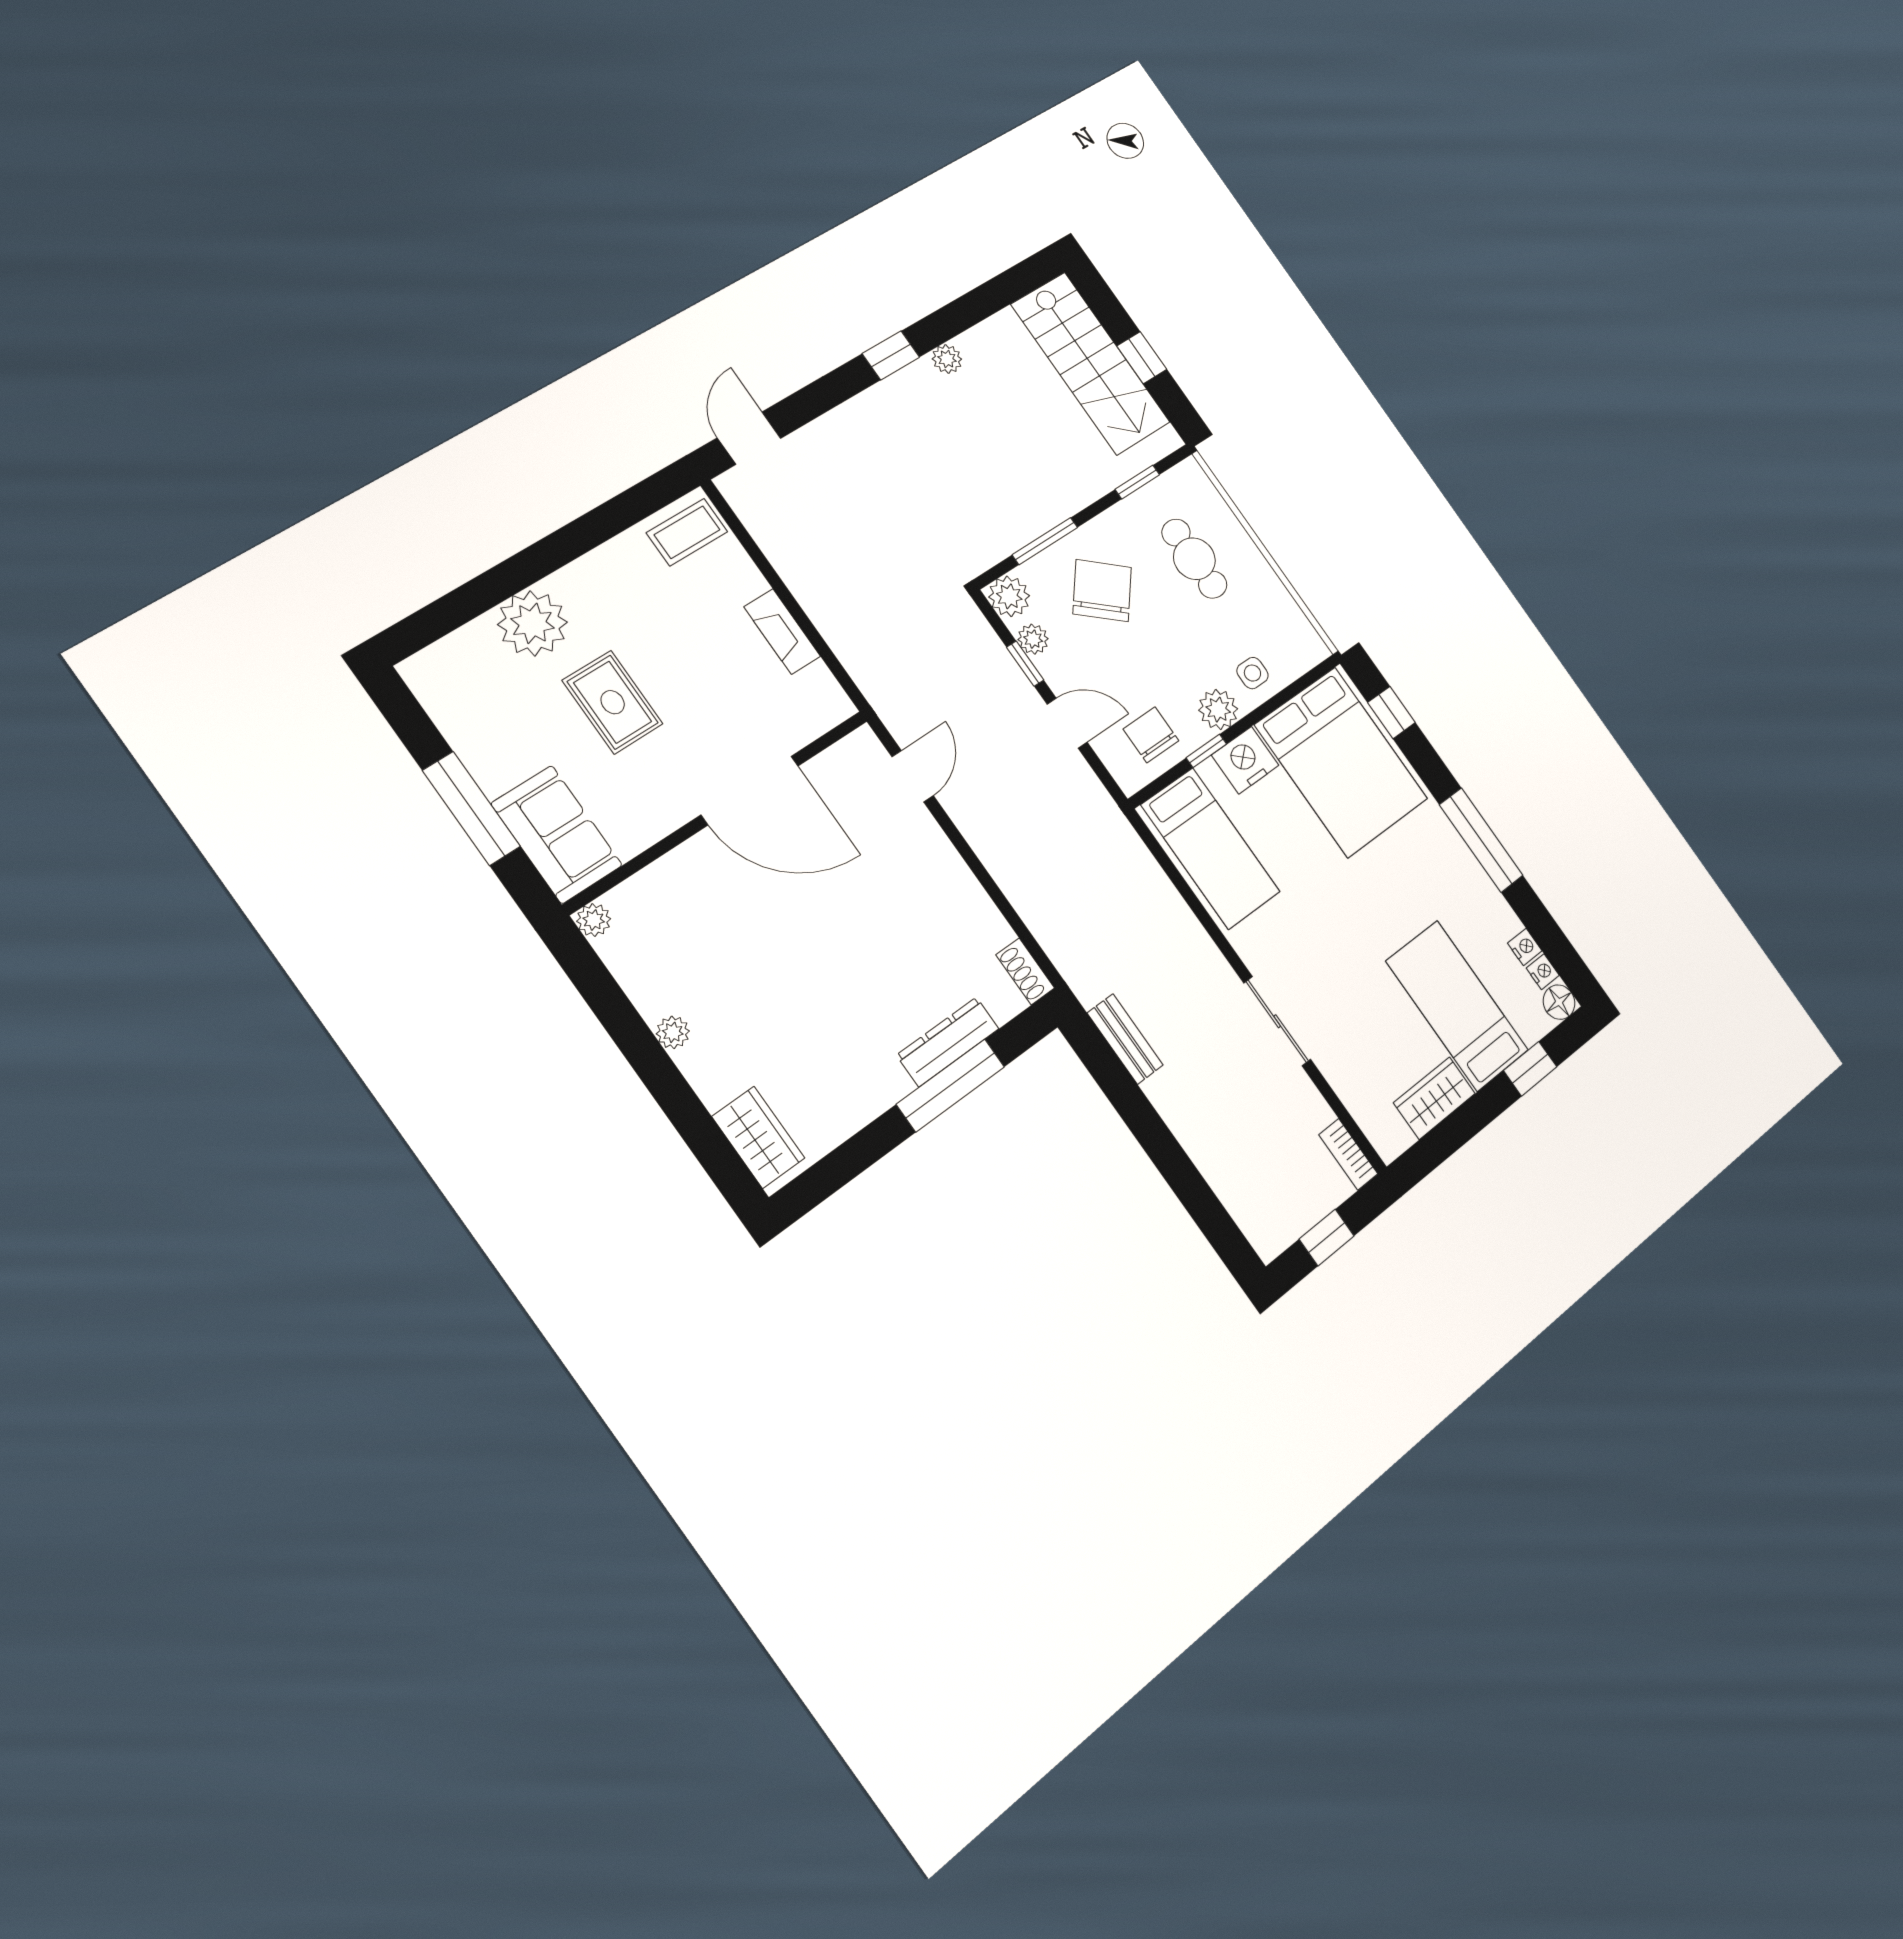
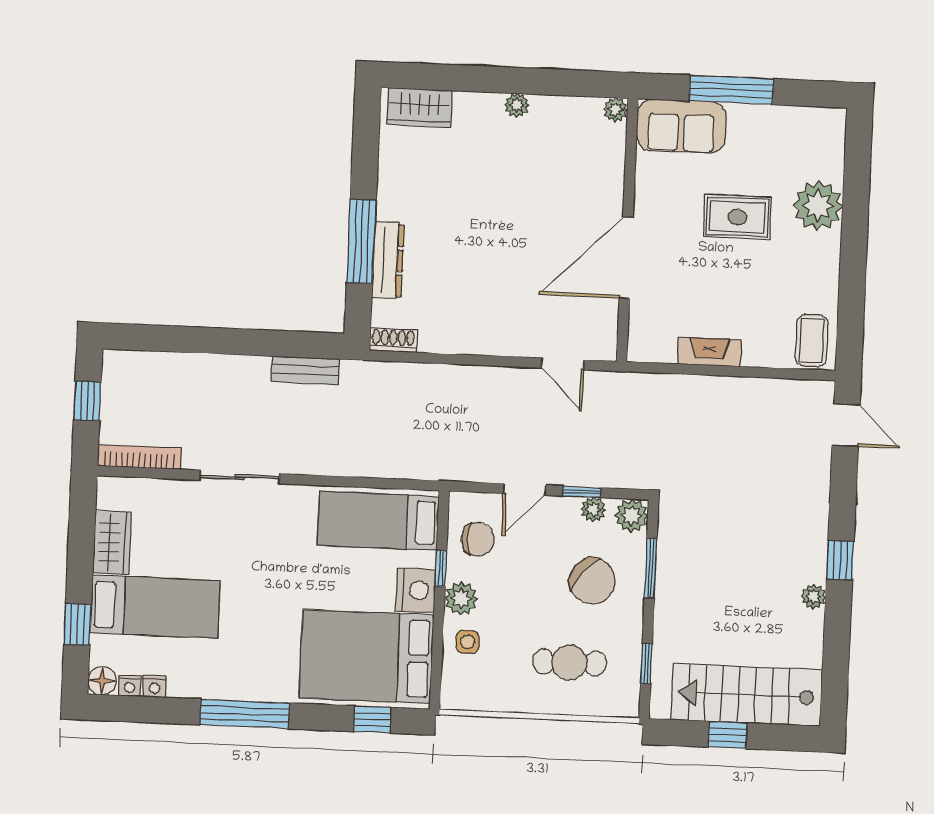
bookcase: (1348, 1154) -> (139, 457), width x1.56

